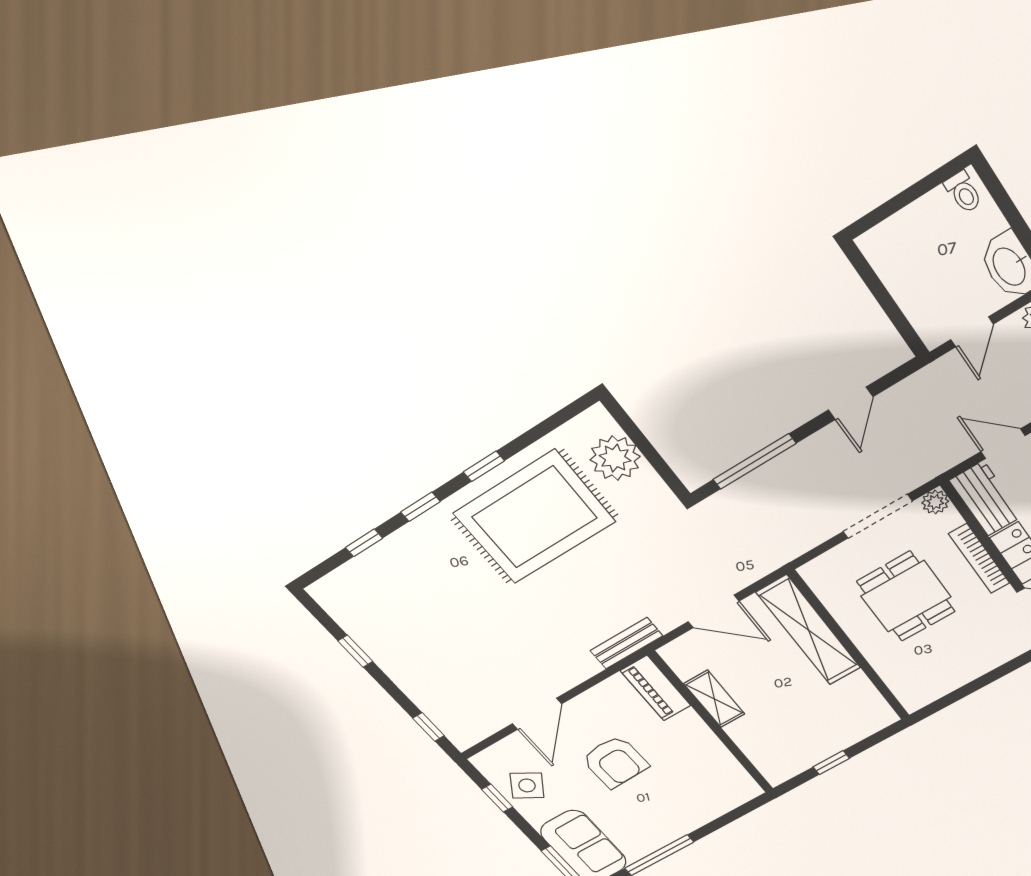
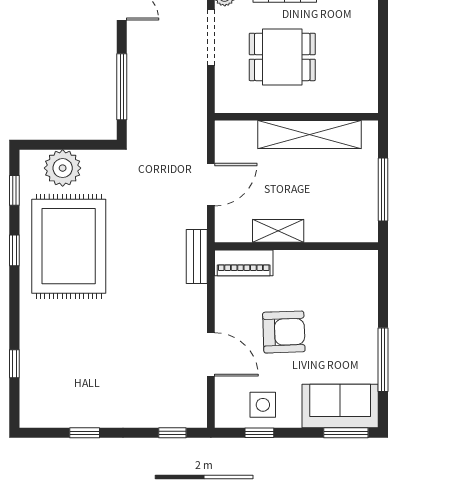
window: (420, 507) -> (14, 190), moved
shelving: (809, 630) -> (310, 134), moved
window: (831, 763) -> (383, 189), width x2.17
side table: (527, 785) -> (263, 405), turned -33

